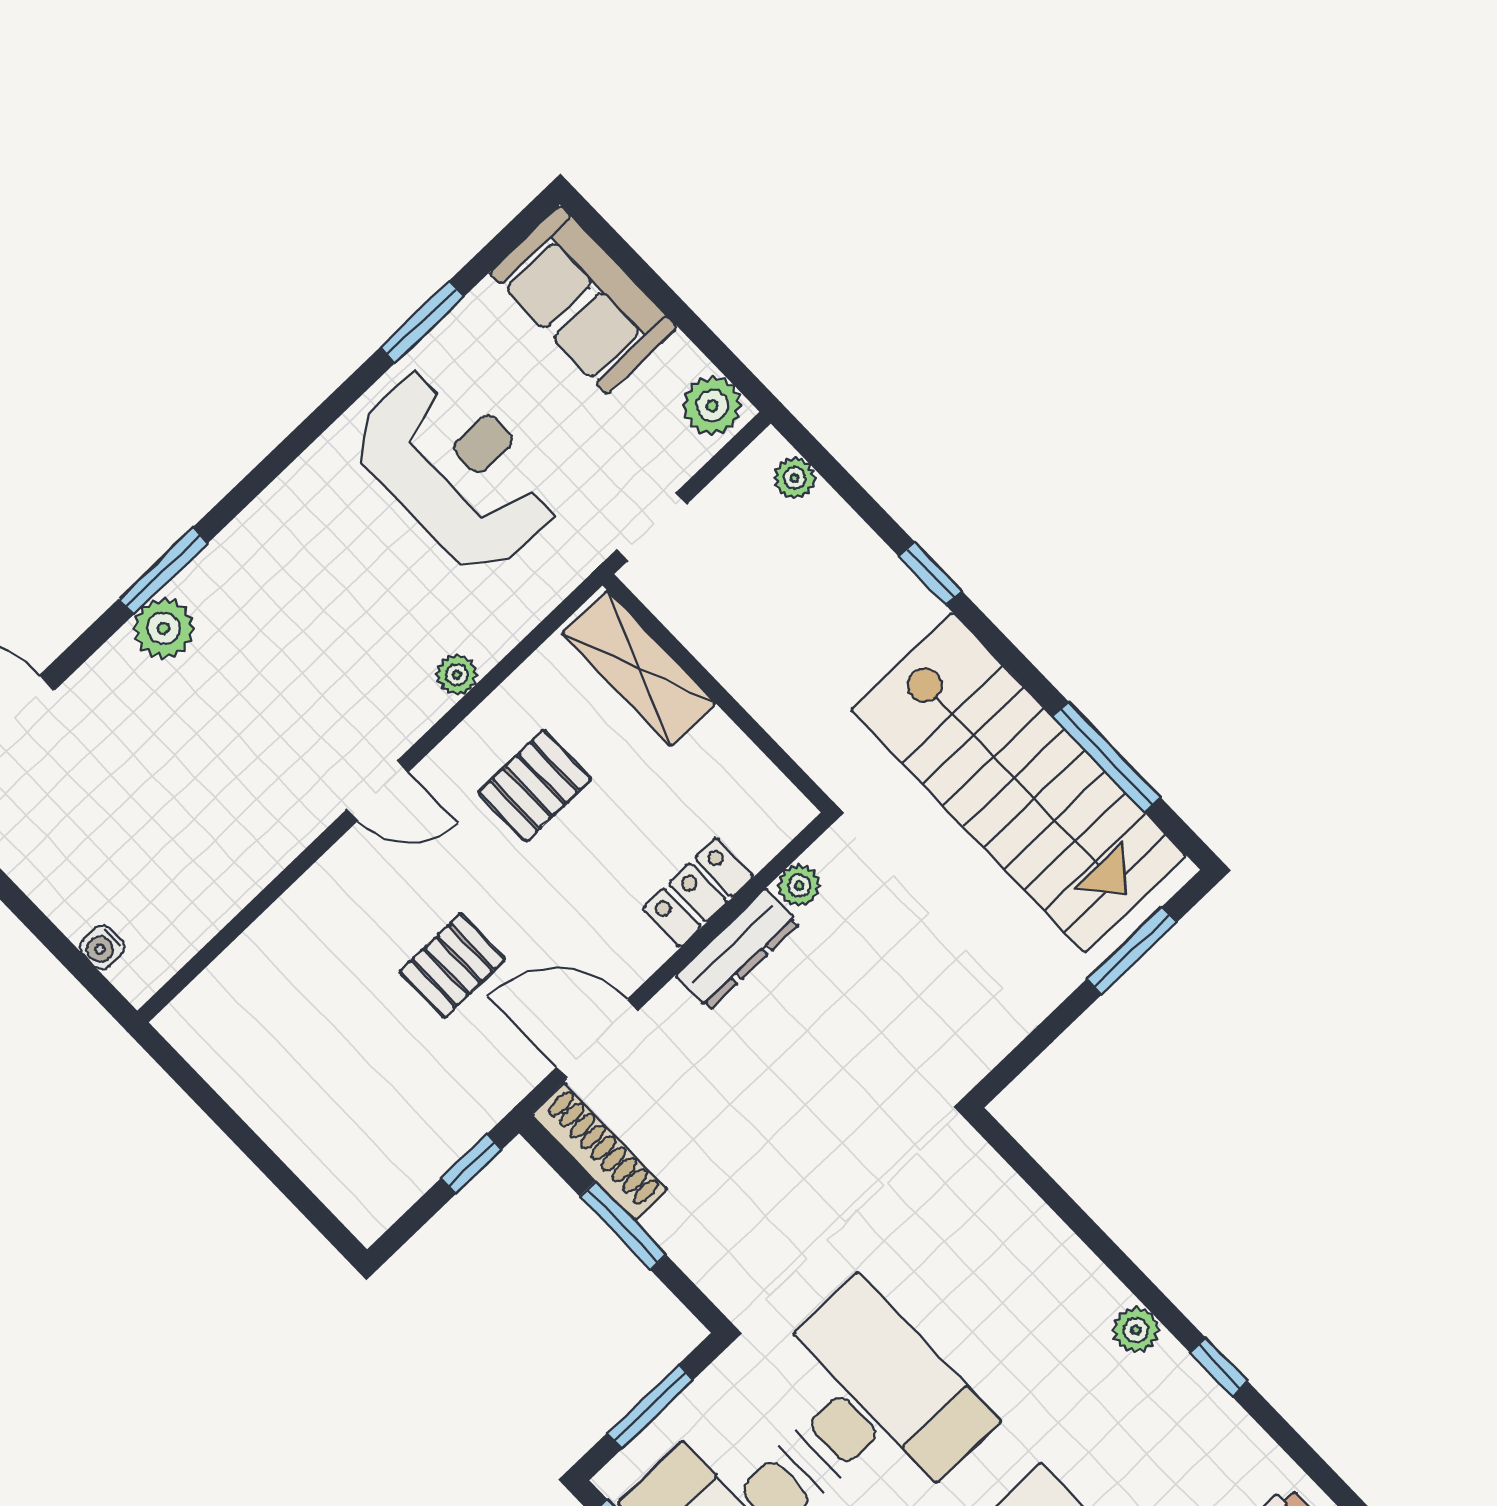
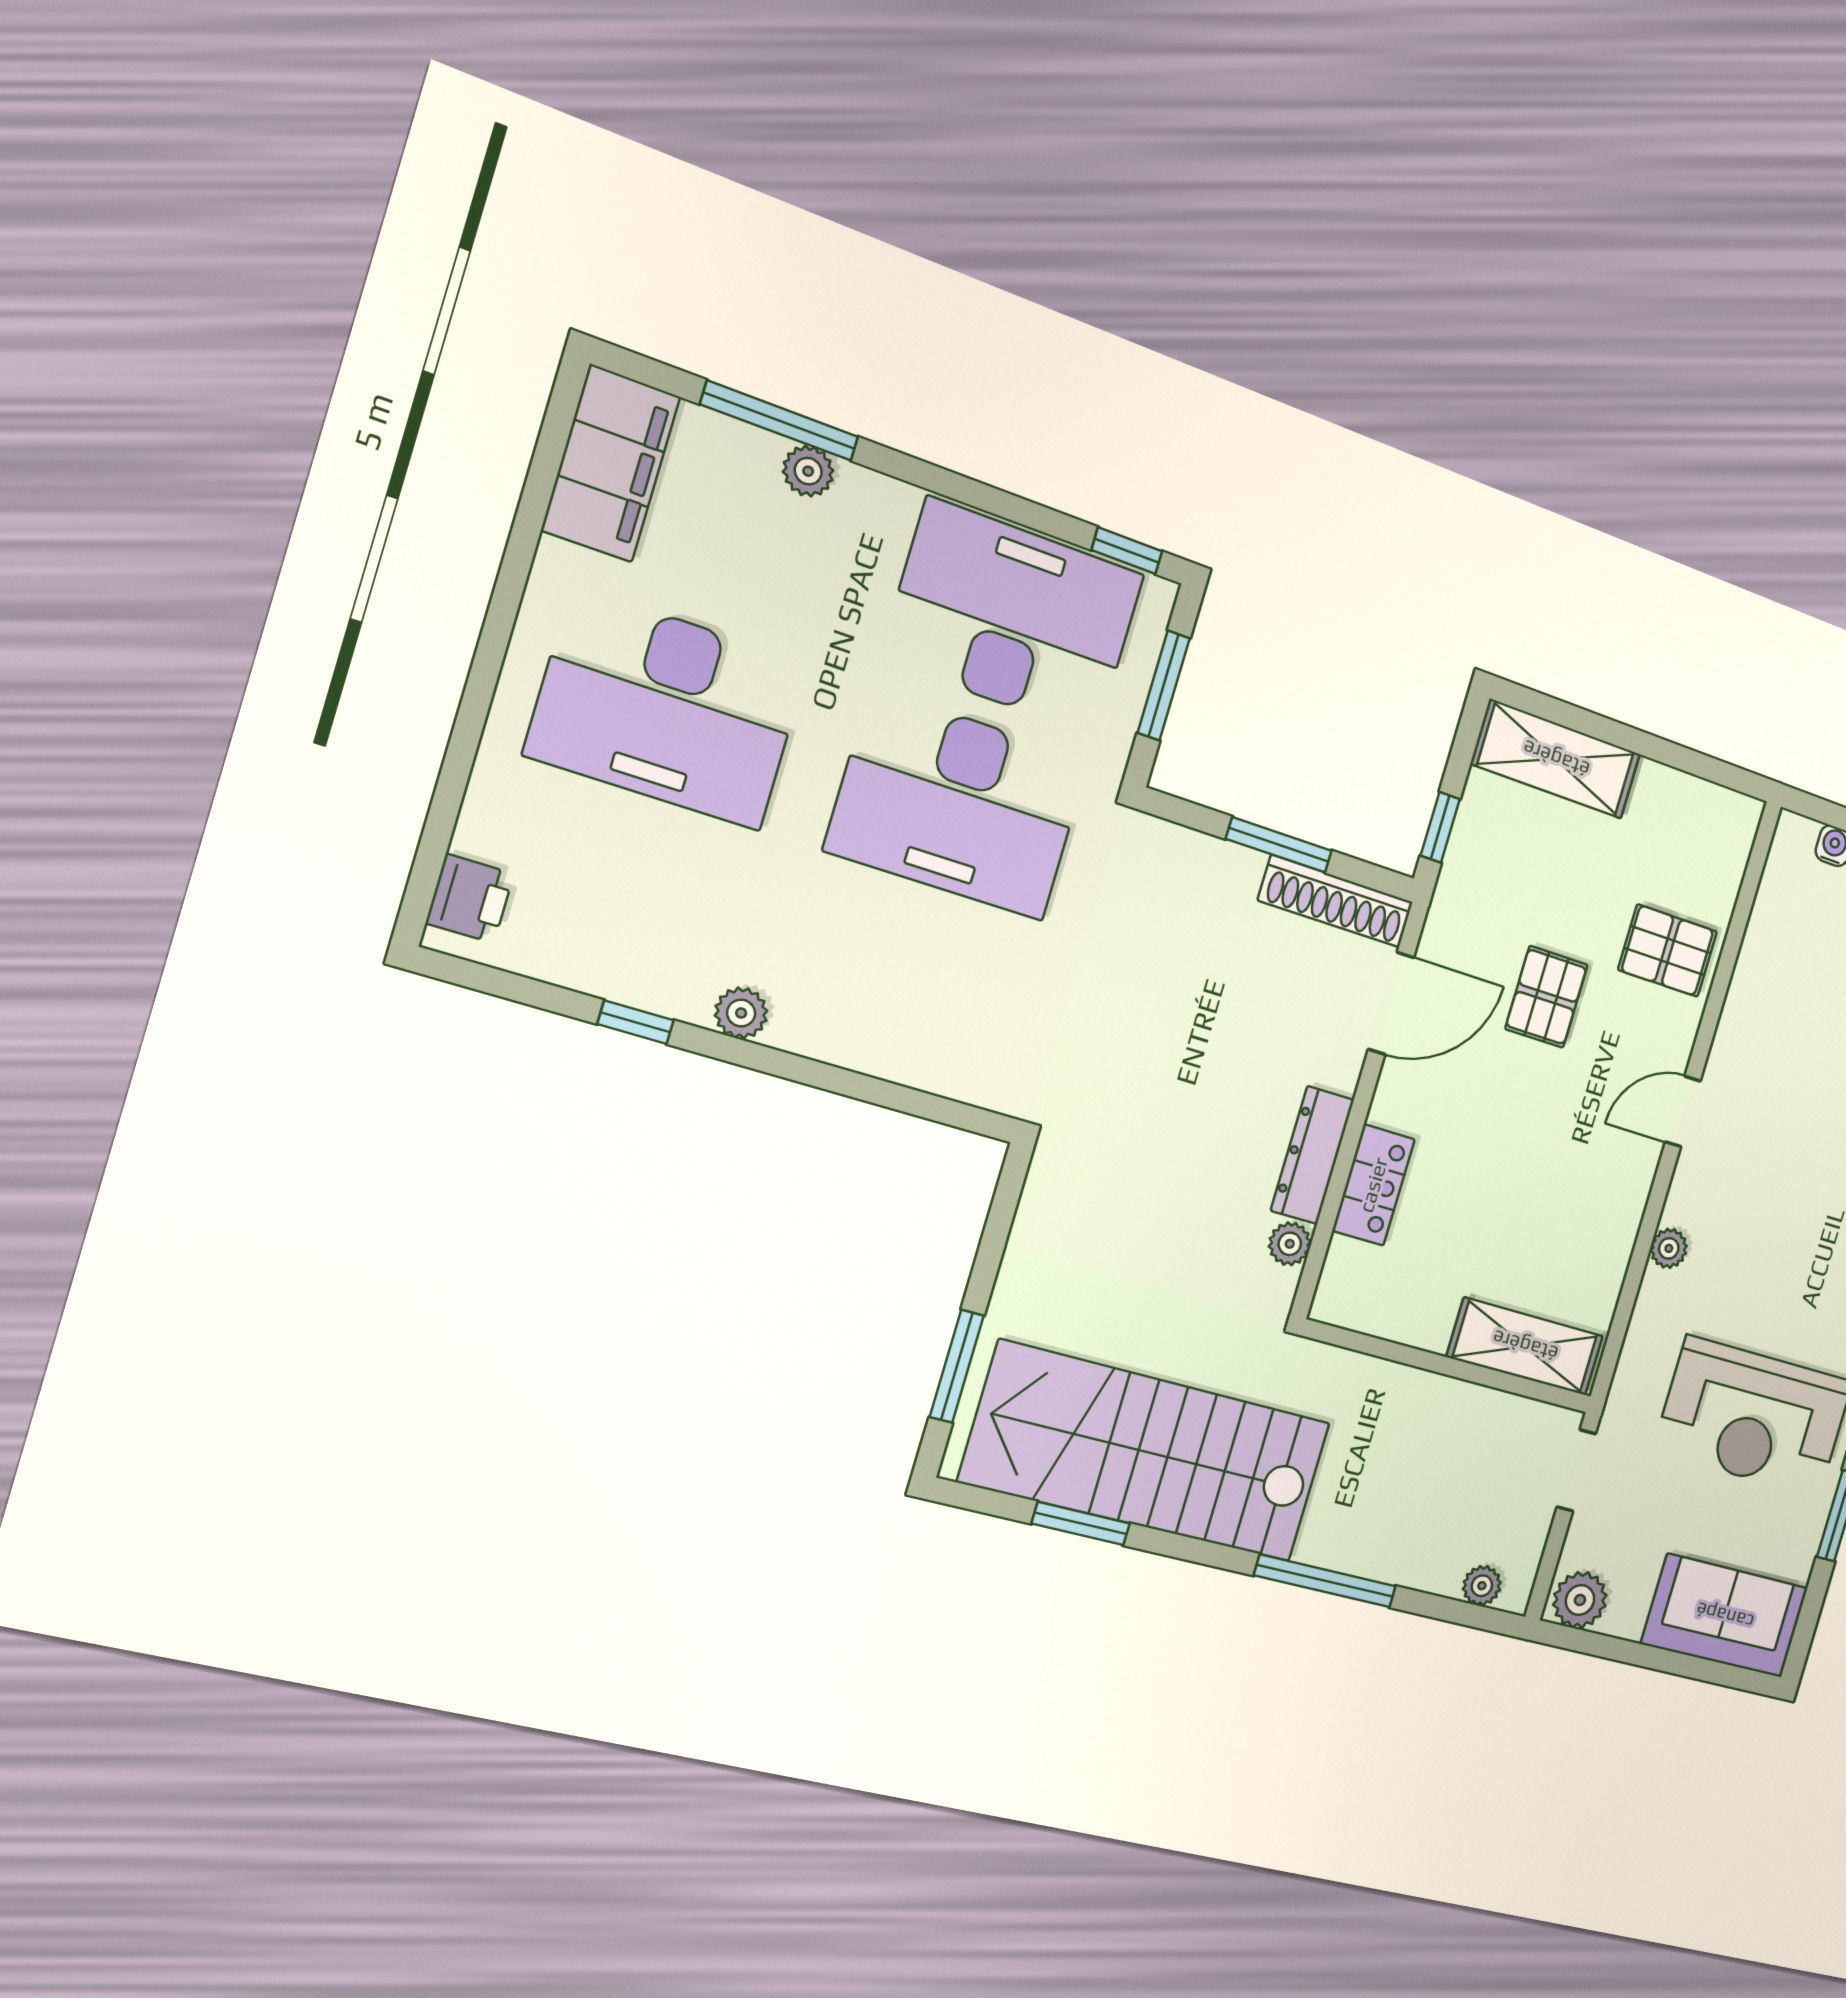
window: (930, 574) -> (1325, 1581), width x2.17
window: (1107, 757) -> (1081, 1523), width x0.69
pallet: (535, 785) -> (1667, 951), moved, turned 90
shelving: (333, 1166) -> (1556, 759), added

